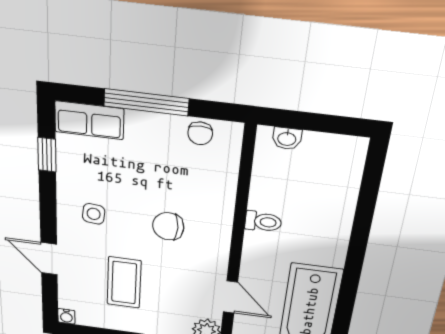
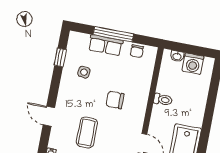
row of seats: (89, 120) -> (106, 45), moved
washing machine: (322, 151) -> (193, 64), added
side table: (94, 214) -> (84, 72), moved

